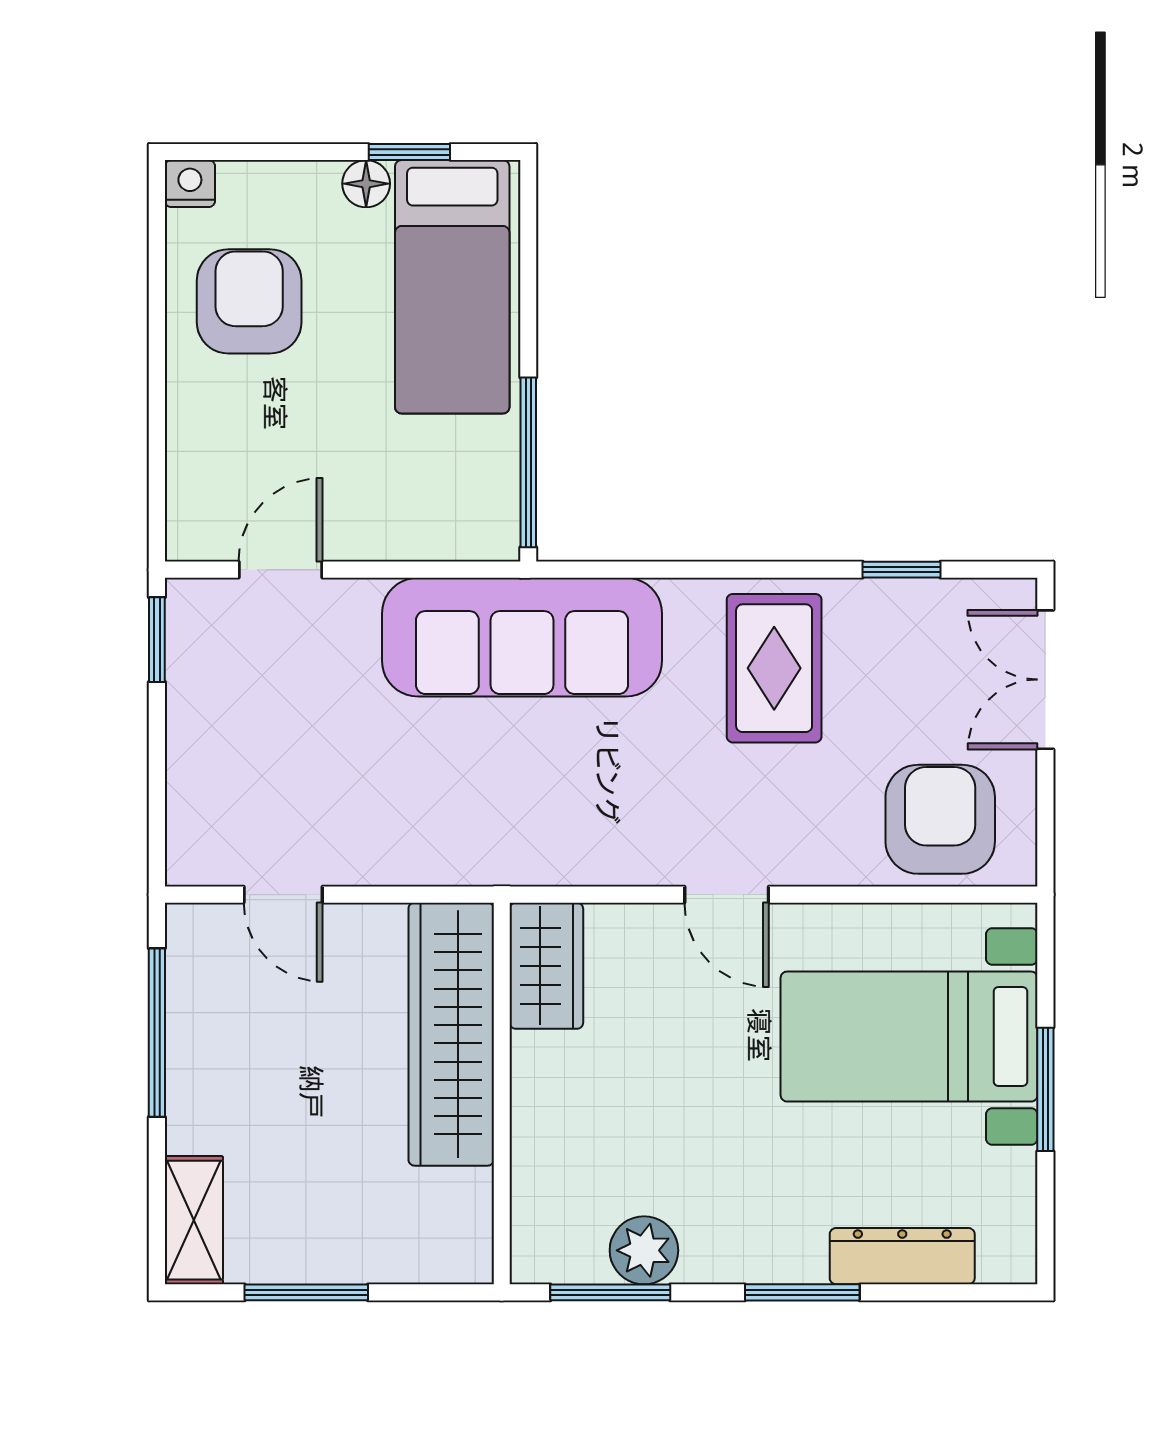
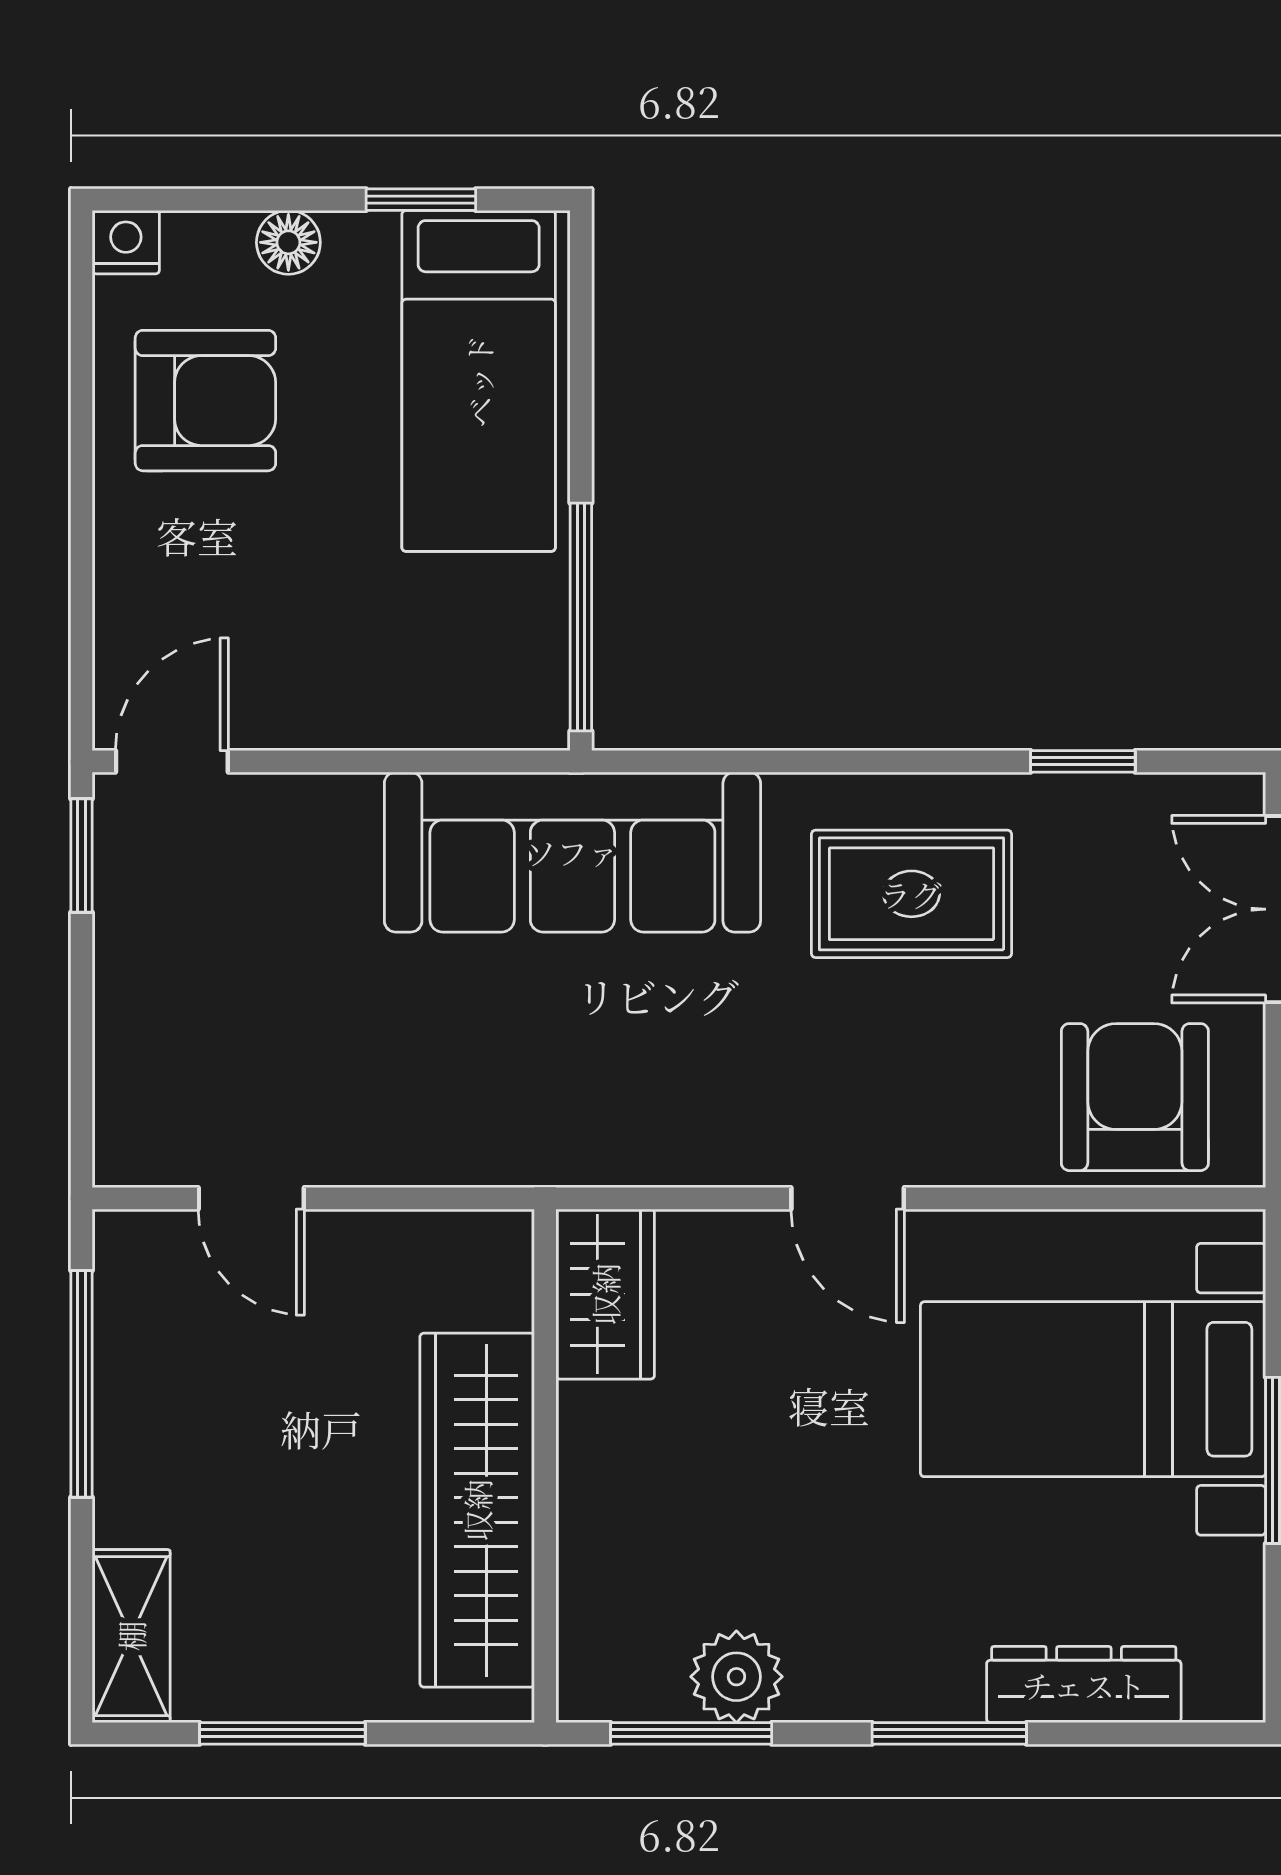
floor lamp: (366, 184) -> (288, 242), moved
armchair: (249, 301) -> (205, 401), turned 90
door: (281, 570) -> (172, 761), moved
rug: (774, 668) -> (911, 894), turned 90
wardrobe: (451, 1034) -> (477, 1510), moved

